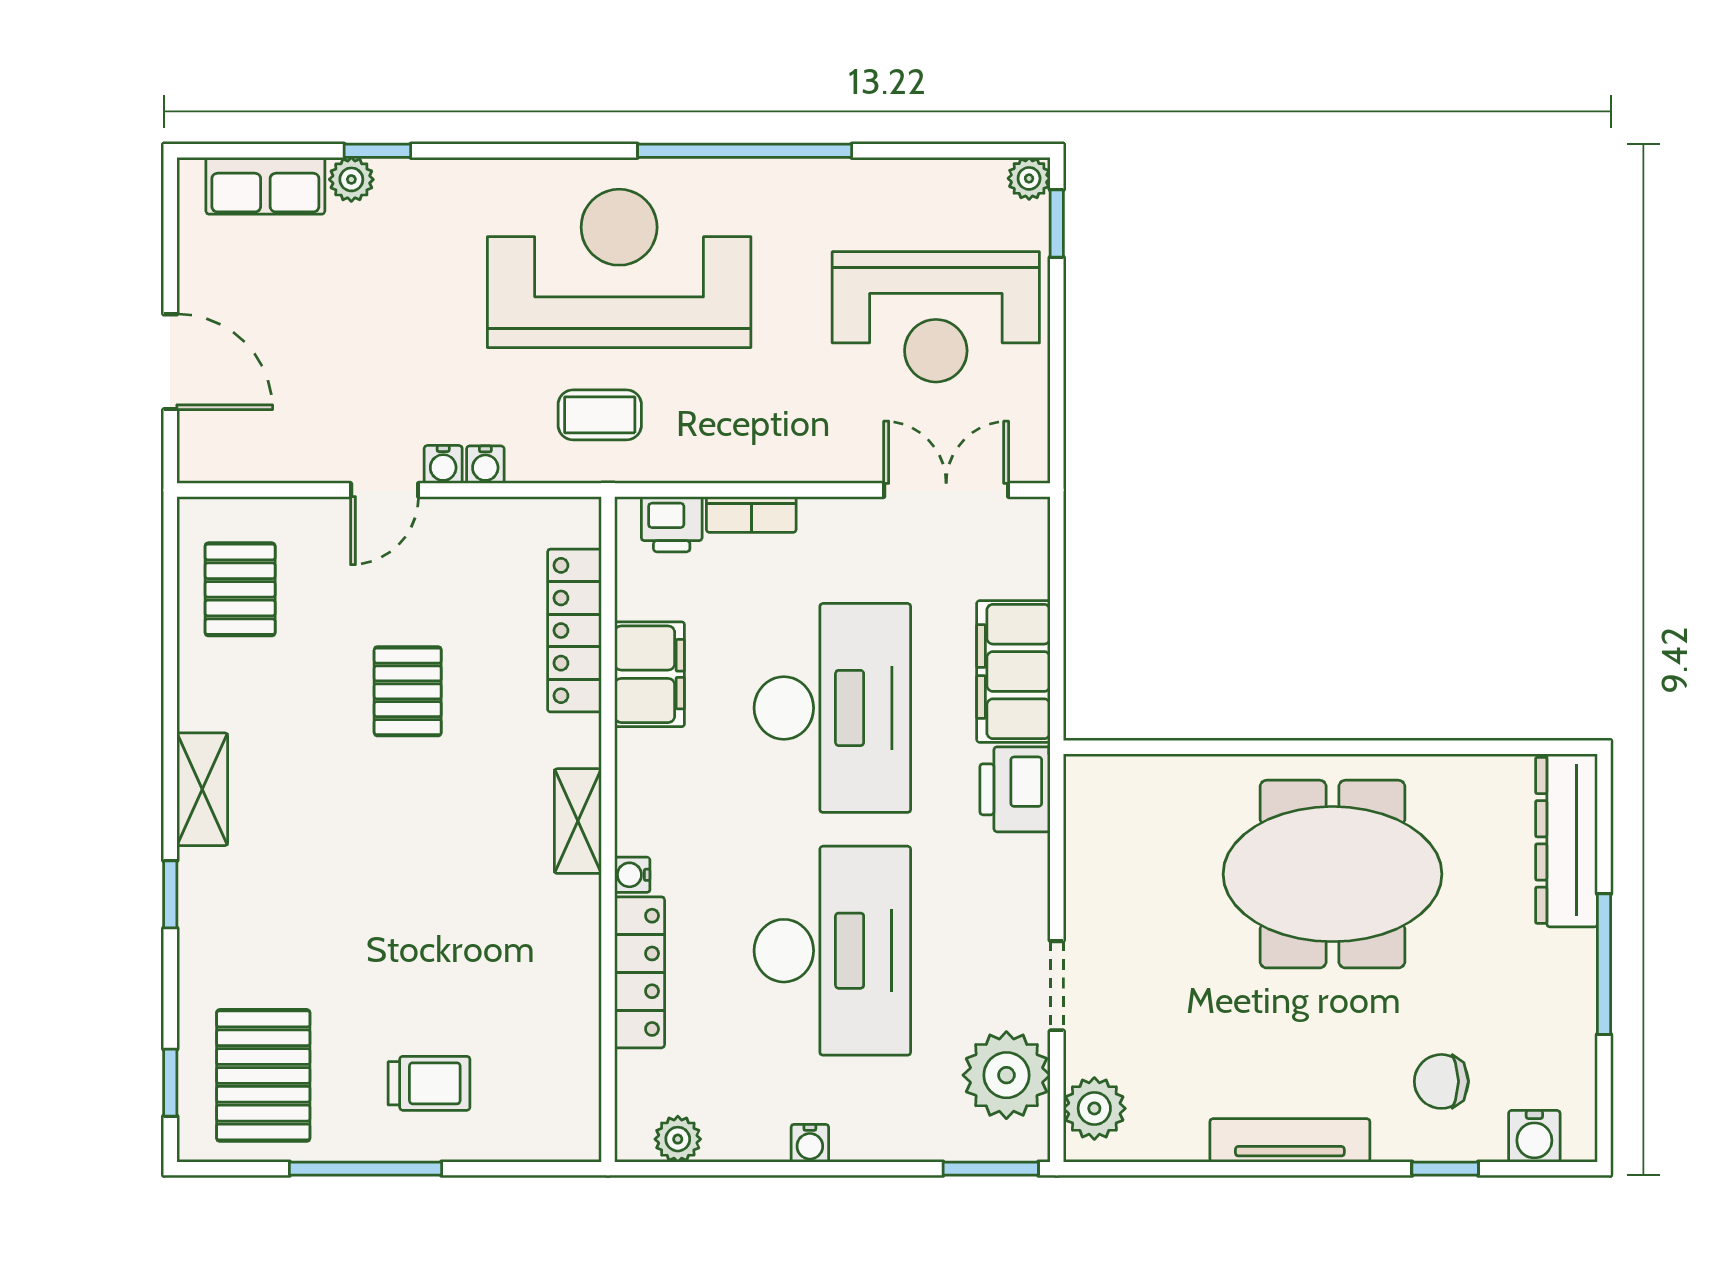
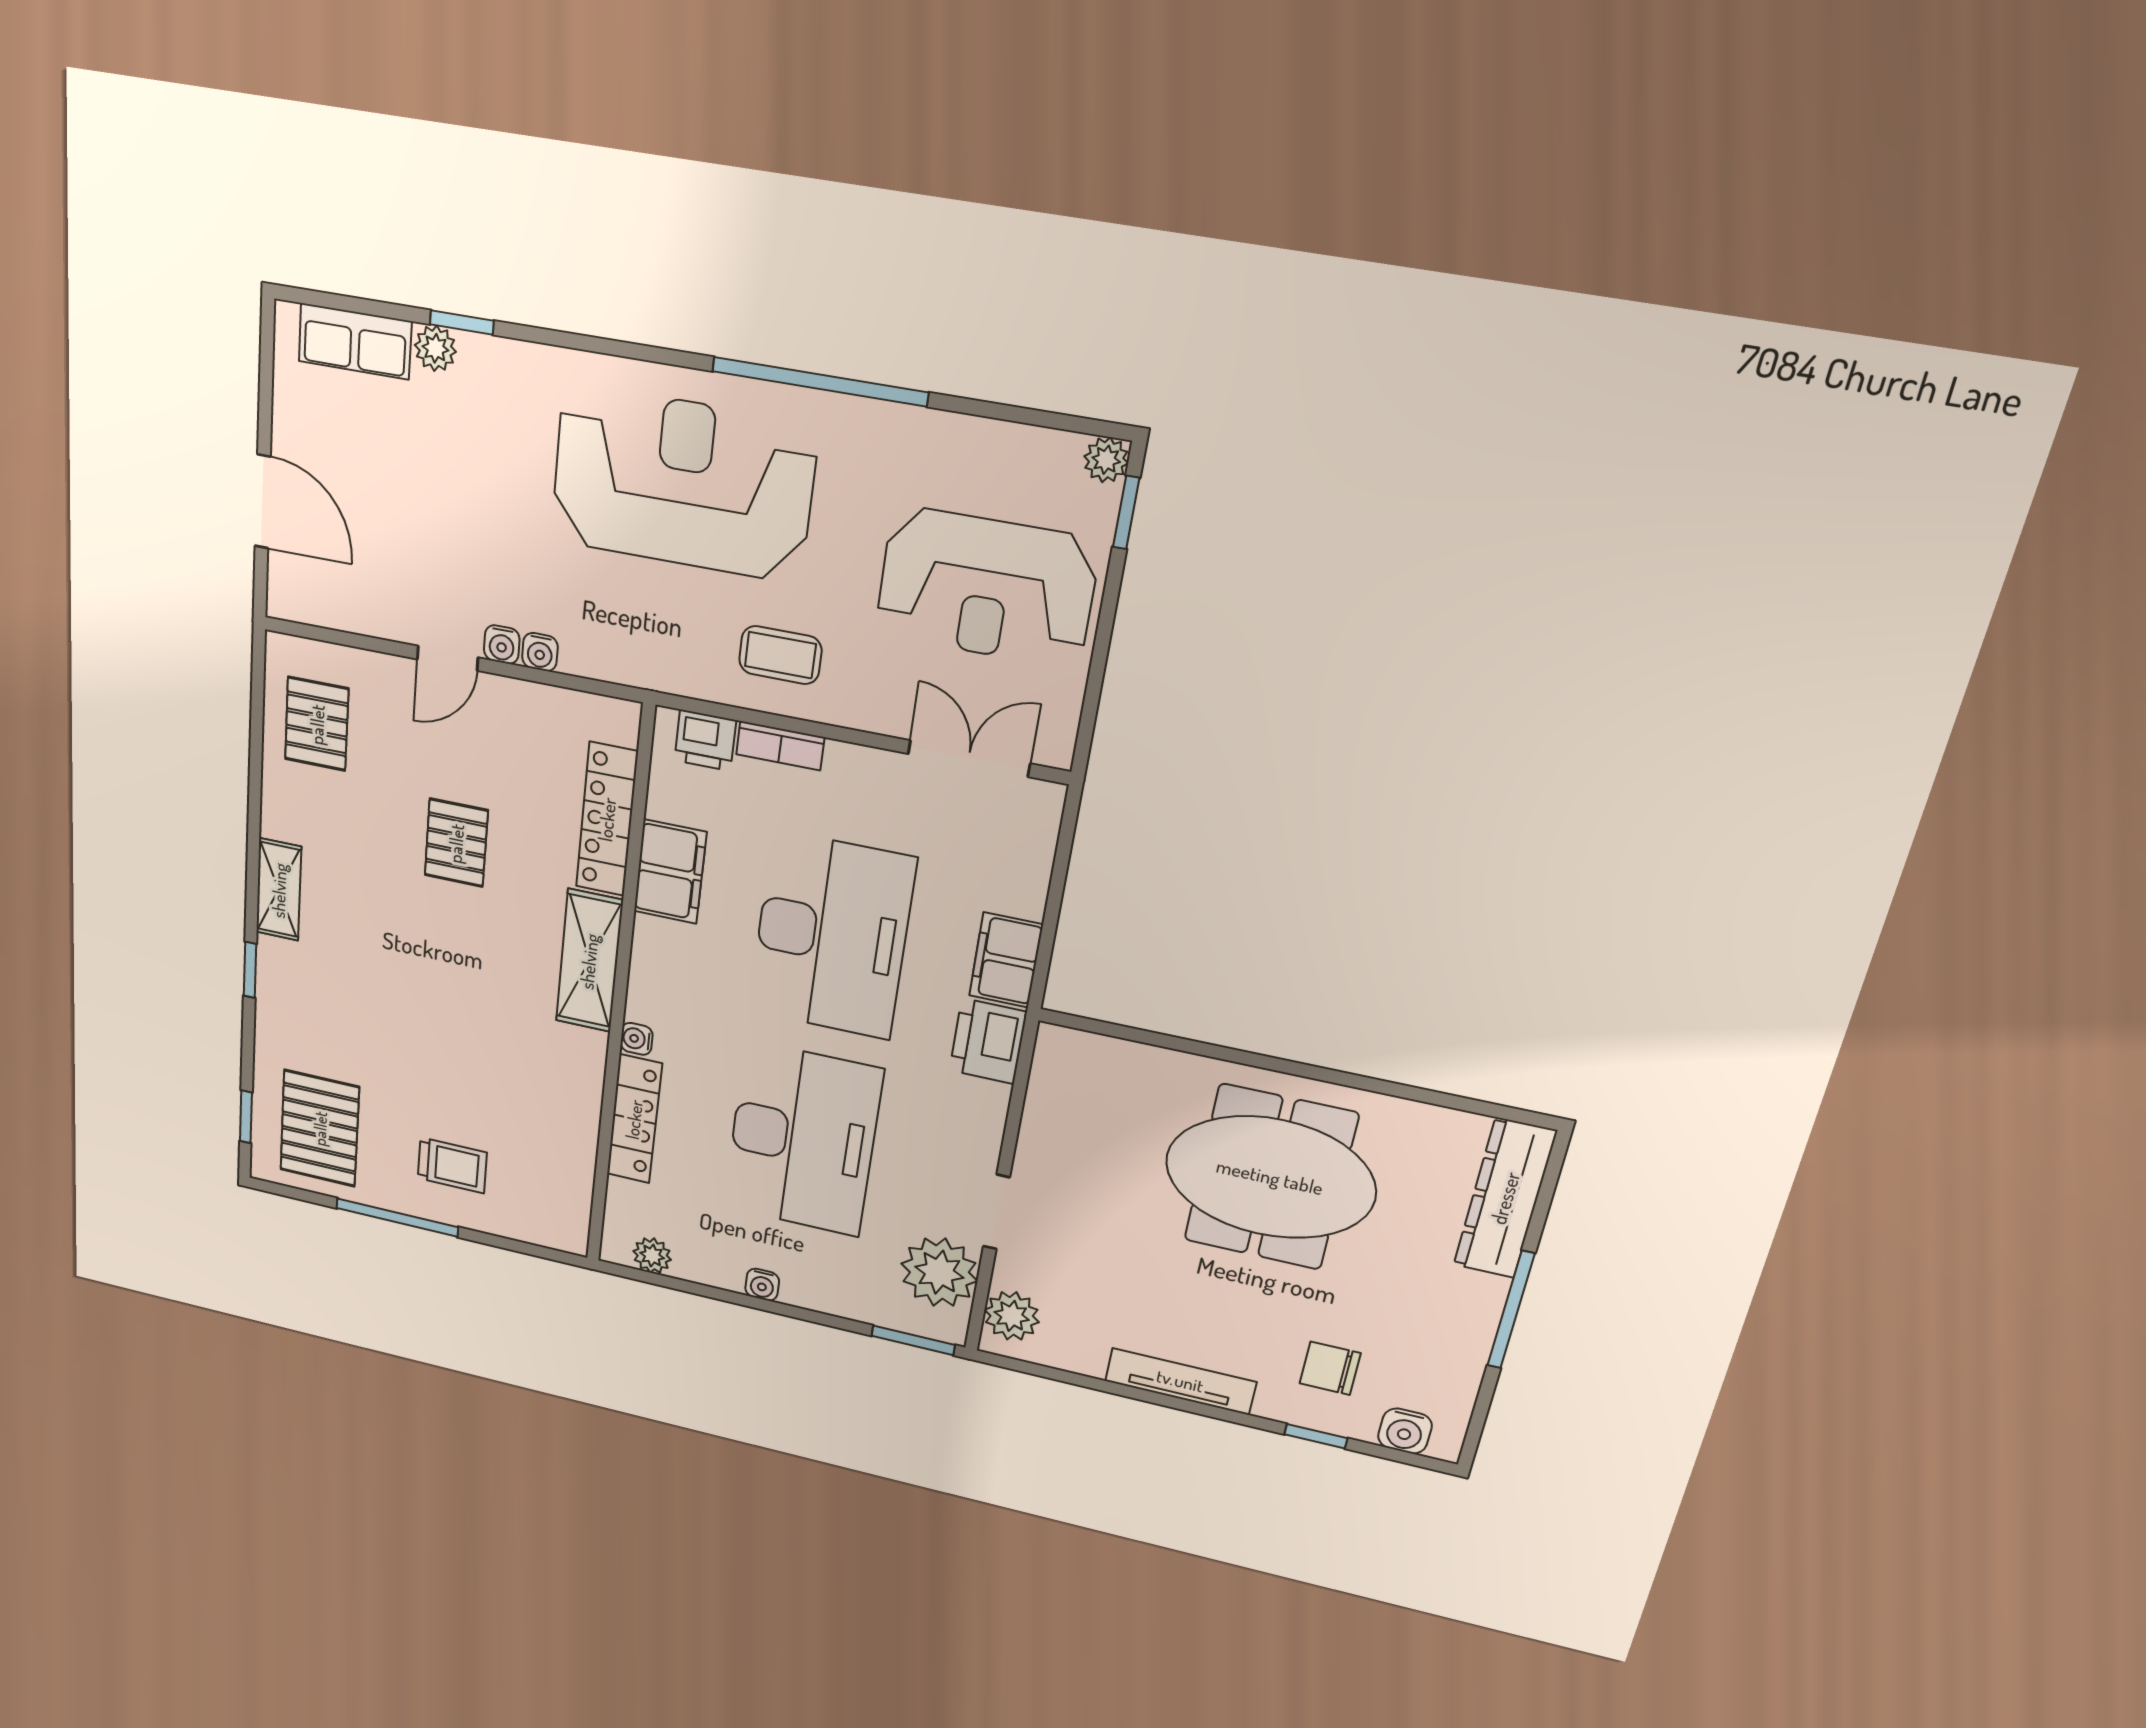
coffee table: (600, 415) -> (780, 655), moved
filing cabinet: (1013, 671) -> (1006, 960), width x0.67, depth x0.86
shelving: (578, 821) -> (589, 961), width x1.50, depth x1.33

